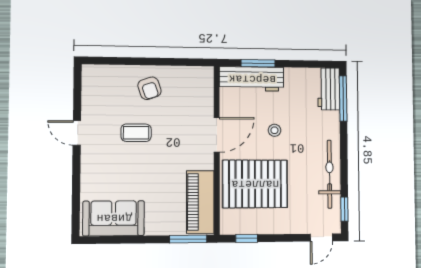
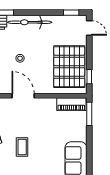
bicycle: (330, 174) -> (30, 22), moved
pallet: (255, 184) -> (69, 67), moved
piano: (200, 202) -> (71, 104), width x0.73, depth x0.75

